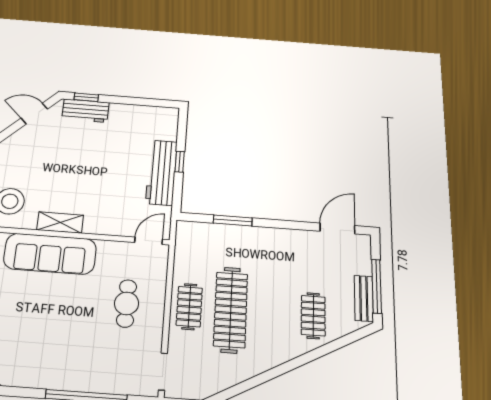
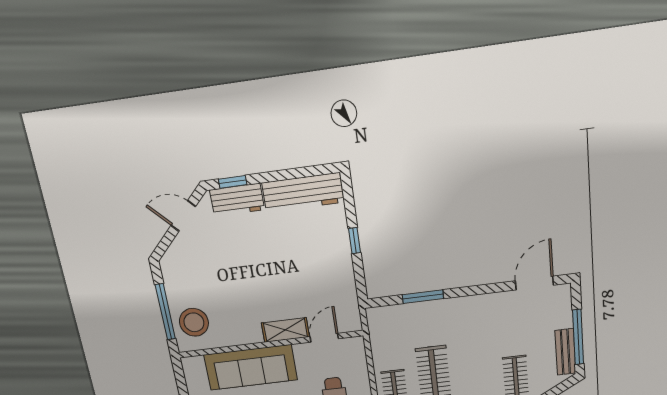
workbench: (161, 172) -> (303, 193), moved, turned -90
shelving: (60, 223) -> (285, 330), moved
door: (149, 241) -> (324, 338), moved

